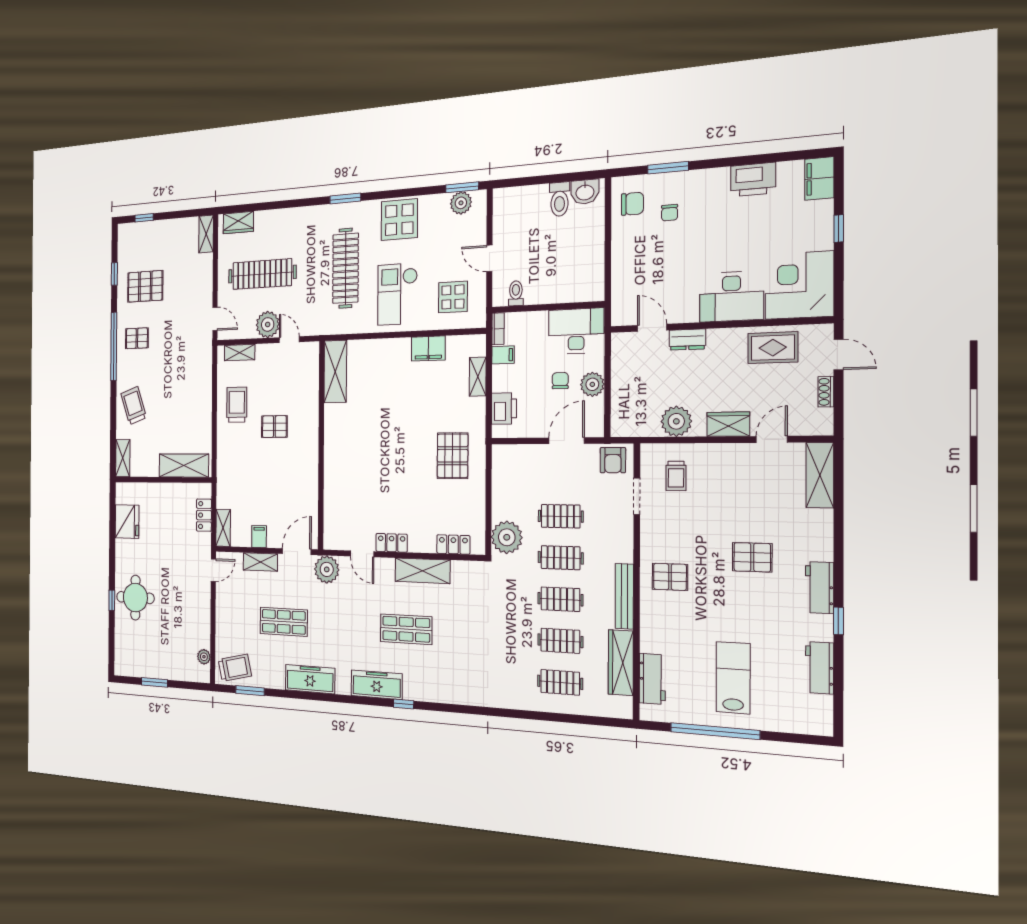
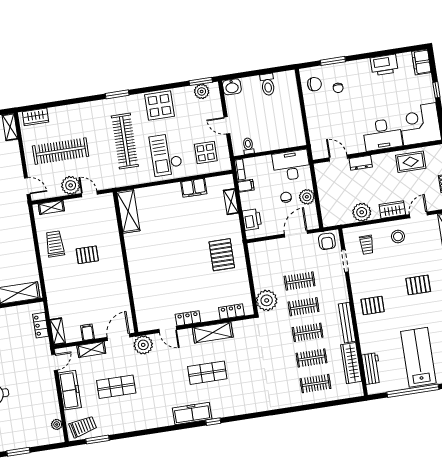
washbasin: (585, 192) -> (232, 87), moved
stool: (731, 470) -> (398, 236), added
lab bench: (733, 678) -> (418, 357), width x1.36, depth x1.39
freezer: (310, 679) -> (70, 390), moved, turned 90

